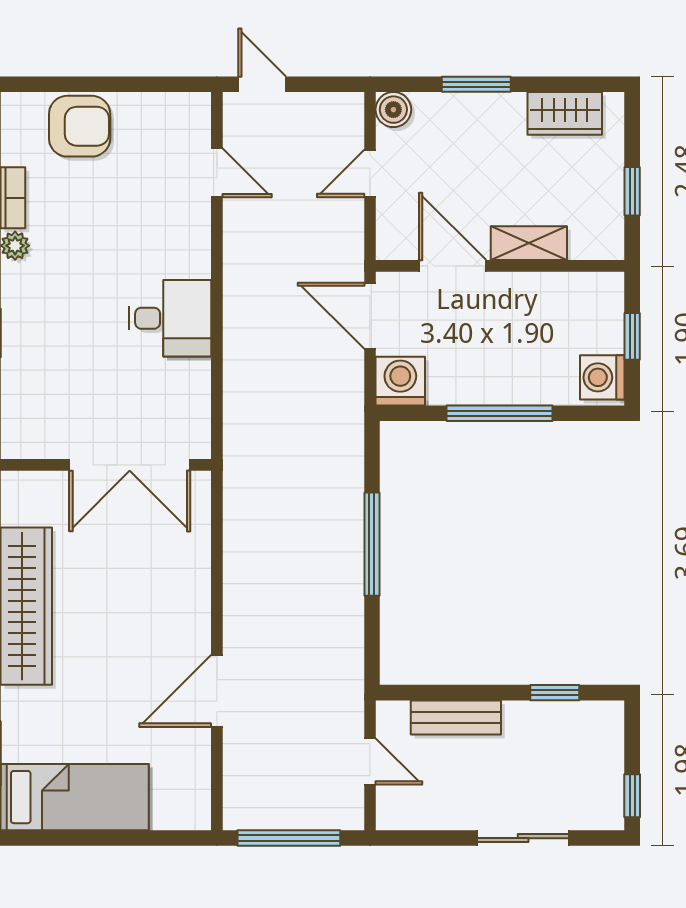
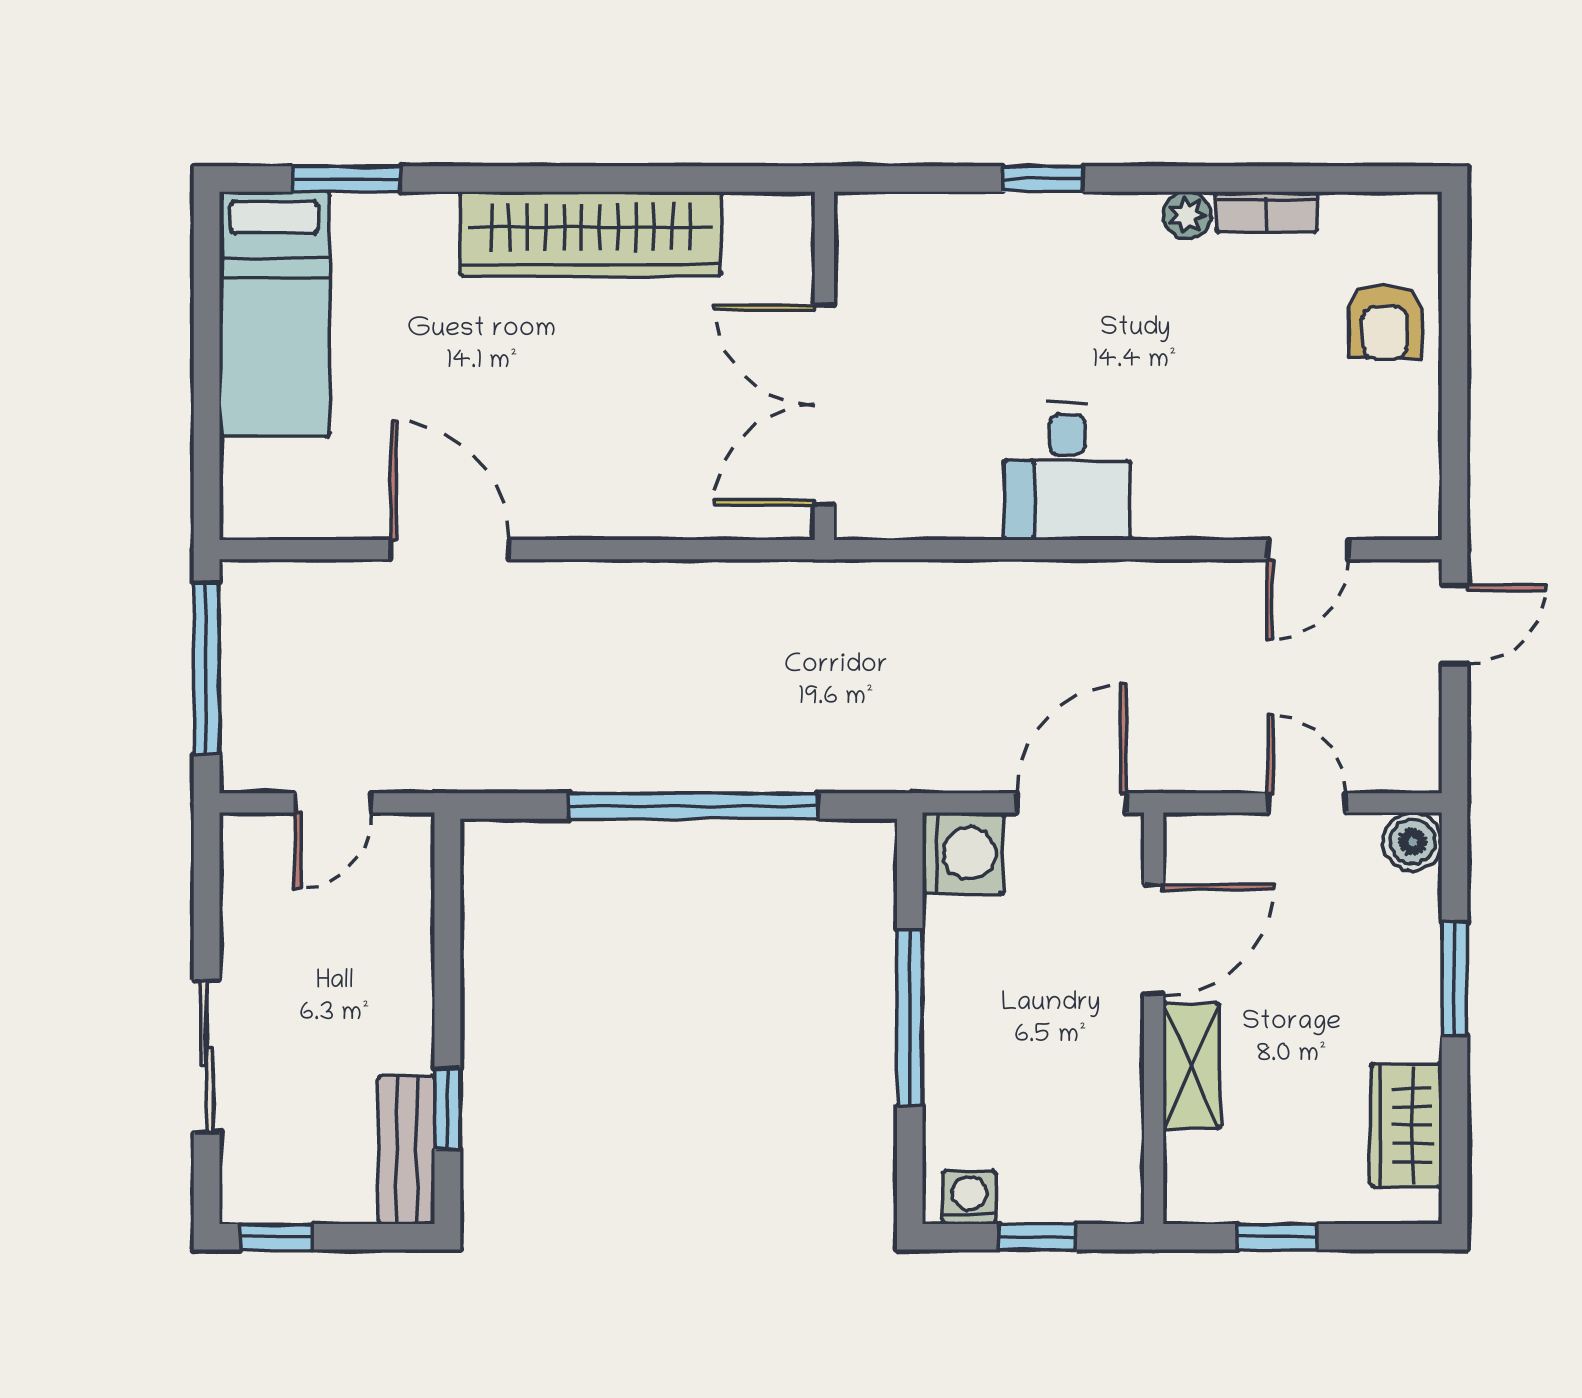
armchair: (80, 126) -> (1385, 322), width x0.72, depth x0.72
washing machine: (602, 377) -> (969, 1197), width x0.73, depth x0.73
window: (372, 544) -> (693, 806), width x1.46
bench: (456, 717) -> (406, 1150), moved

